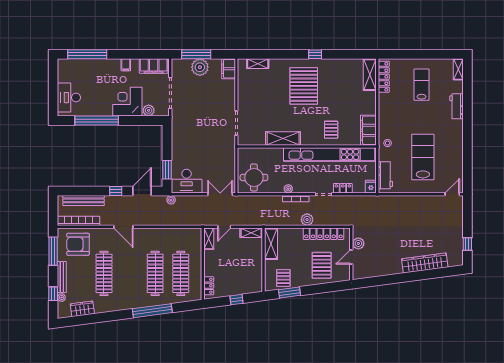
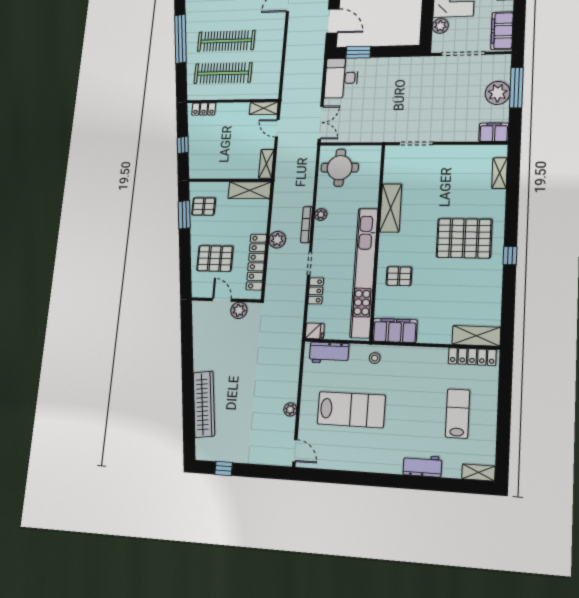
lab bench: (421, 85) -> (458, 414), turned -90
plant: (171, 200) -> (290, 409), moved

